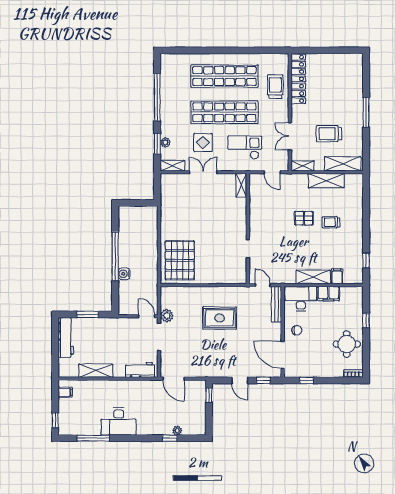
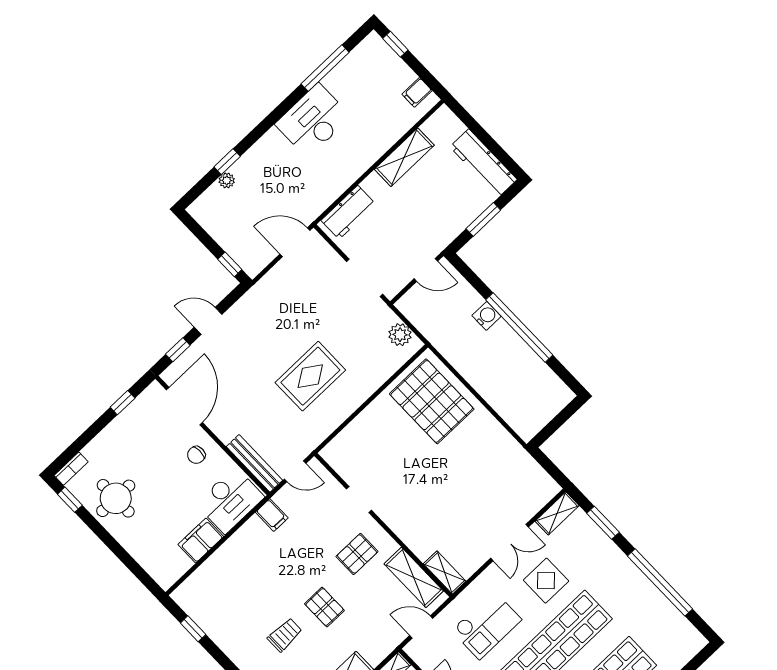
plant: (165, 142) -> (594, 534), removed
pallet: (304, 218) -> (324, 607), turned 90
pallet: (270, 227) -> (357, 554), added
filing cabinet: (337, 276) -> (272, 515), moved
shelving: (313, 277) -> (414, 577), moved, turned 90
door: (147, 316) -> (426, 270), moved
plant: (167, 316) -> (400, 335), moved
window: (366, 321) -> (70, 500), moved
door: (283, 355) -> (184, 406), hinge flipped

